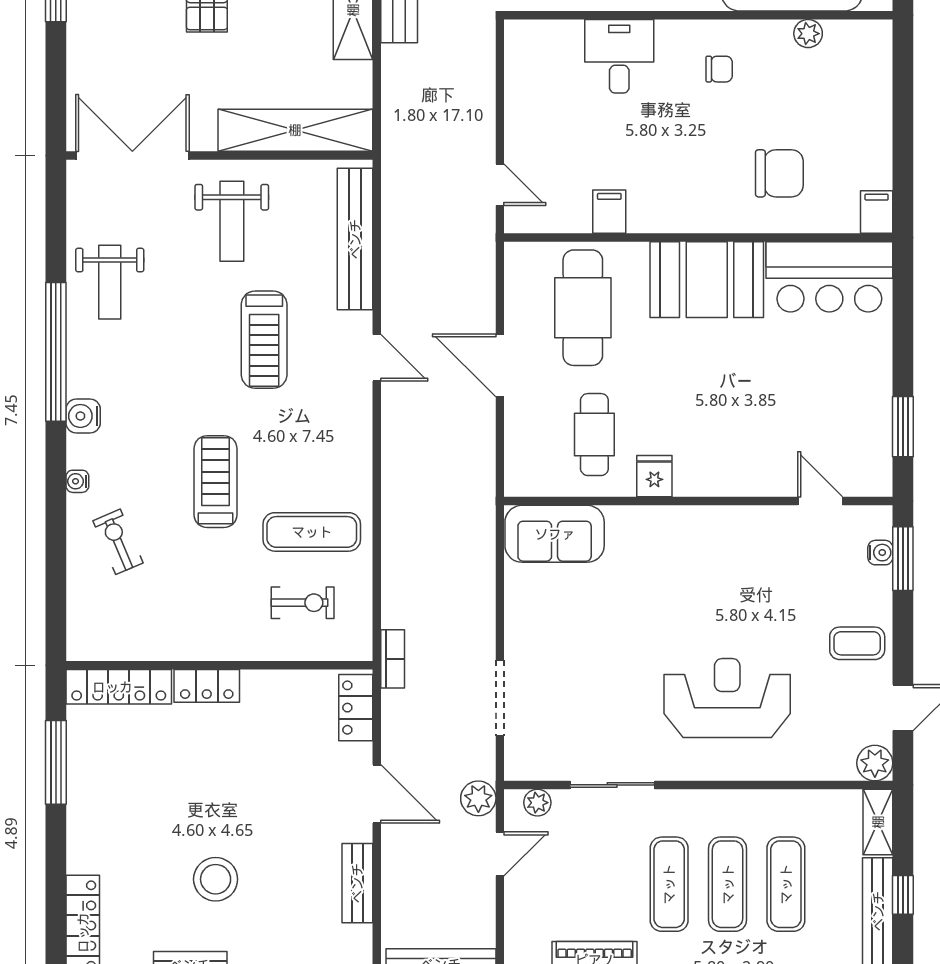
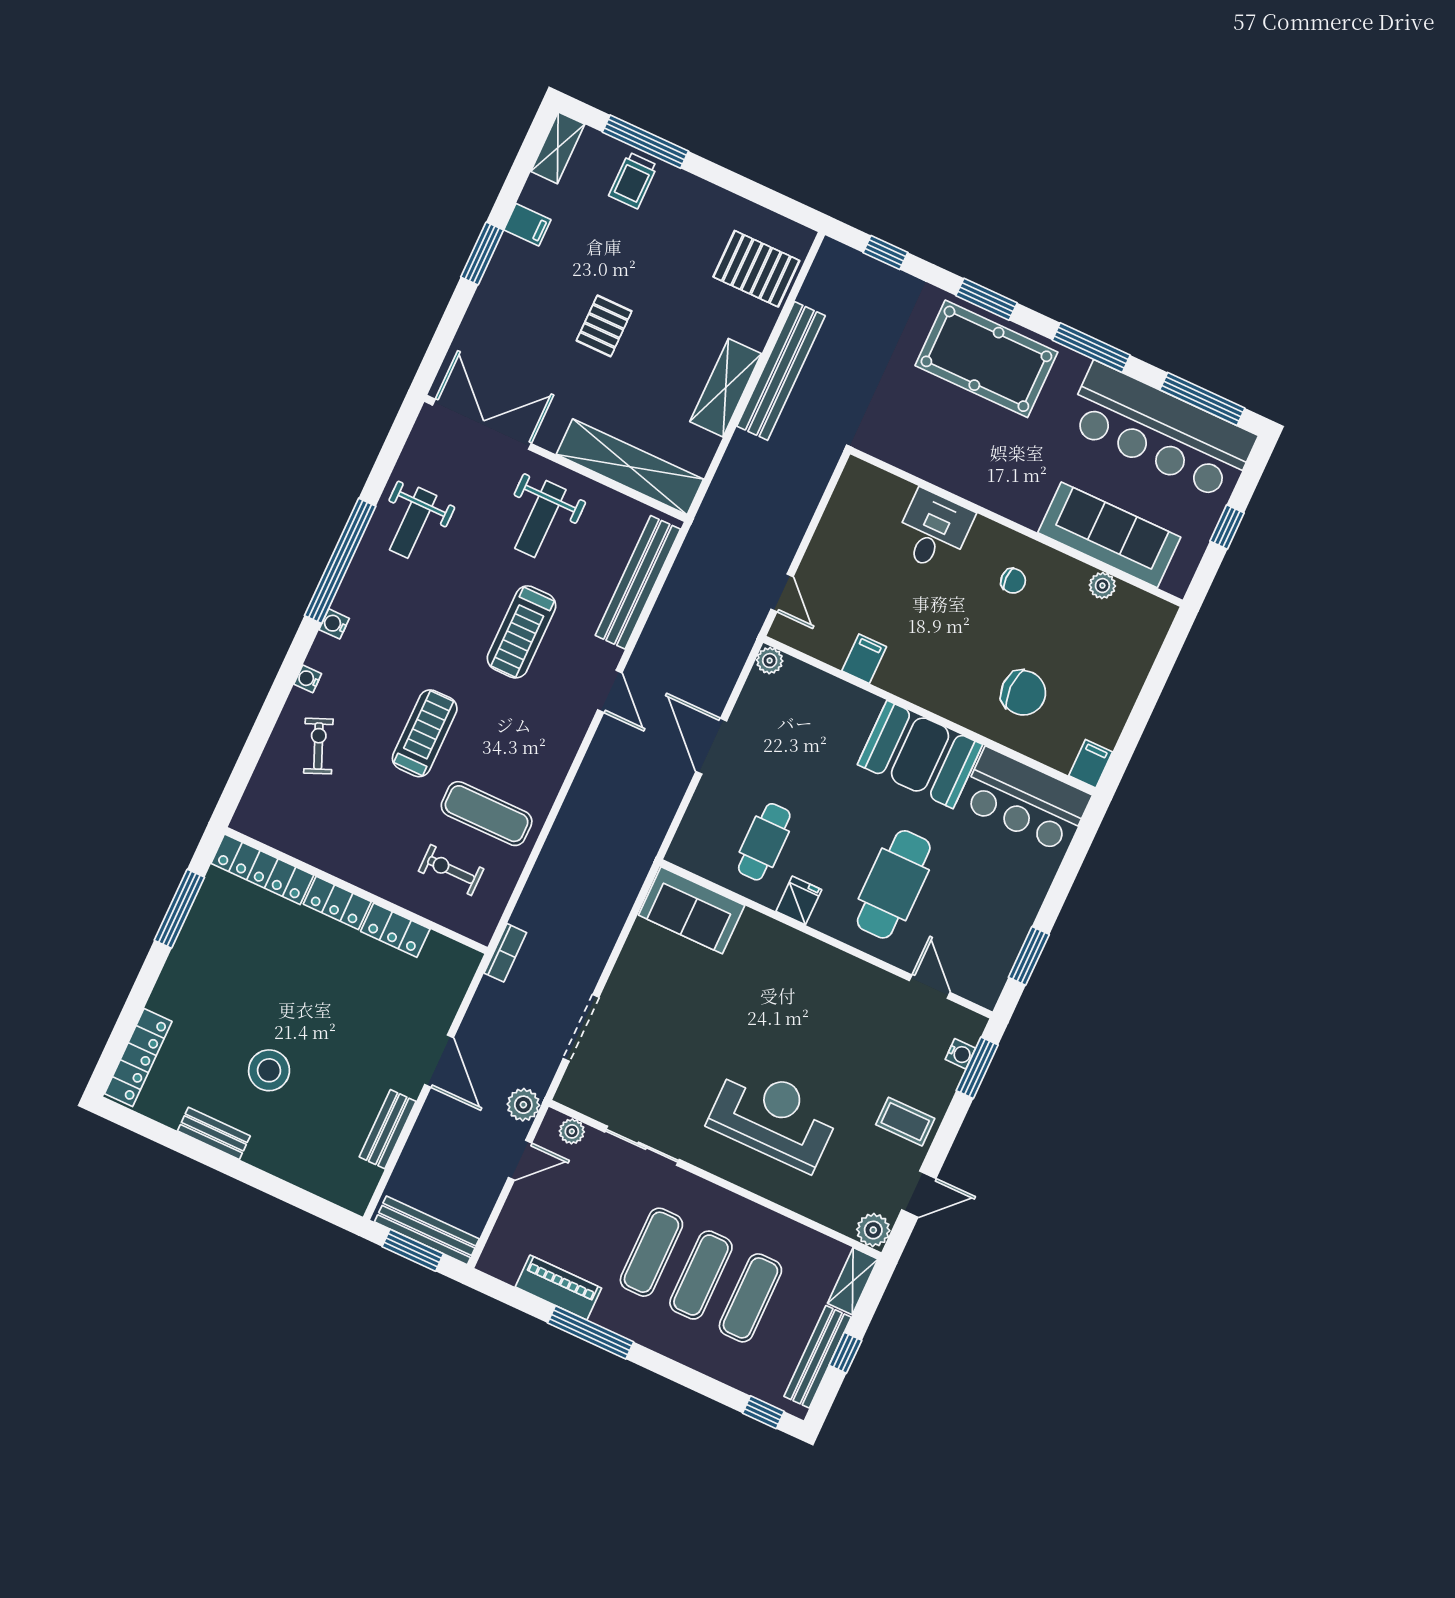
plant: (518, 256) -> (770, 661), added
cafe table: (583, 308) -> (894, 884), moved
water cooler: (83, 416) -> (334, 624), width x0.72, depth x0.72
exercise bike: (303, 603) -> (451, 870), turned 180
locker: (356, 708) -> (395, 930), moved, turned -90

